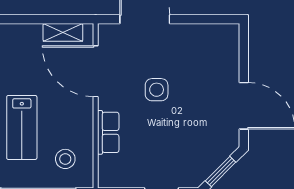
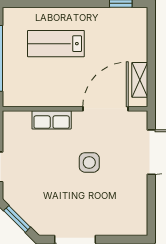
stool: (65, 159) -> (28, 82), removed

